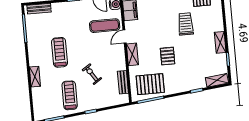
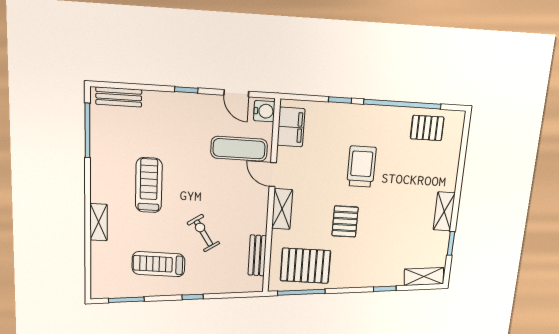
trolley: (186, 24) -> (361, 167), moved
door: (124, 37) -> (273, 175), hinge flipped
treadmill: (70, 95) -> (158, 264), turned -90

